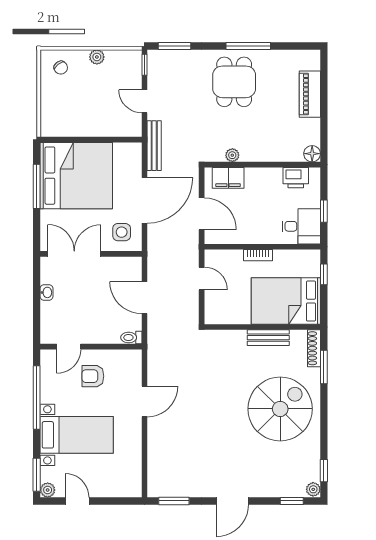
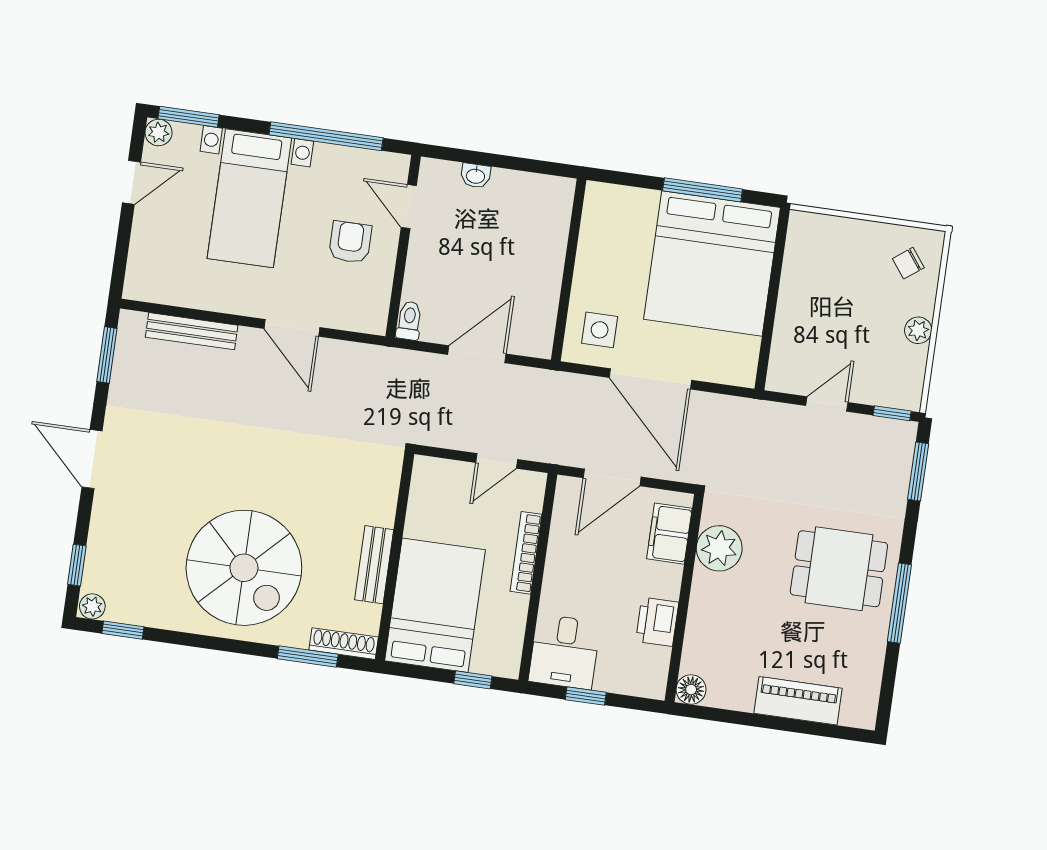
bench: (154, 146) -> (192, 331), moved
plant: (232, 155) -> (719, 548), width x1.88, depth x1.88
printer: (296, 178) -> (657, 622), moved
double door: (74, 254) -> (573, 240), removed
bookcase: (258, 255) -> (526, 553), width x1.56
washbasin: (46, 292) -> (476, 176), moved

